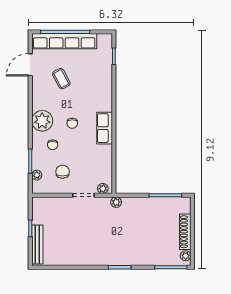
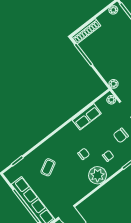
coffee table: (61, 79) -> (48, 167), moved
row of seats: (105, 128) -> (87, 117), moved
shoe rack: (185, 232) -> (86, 31), moved

